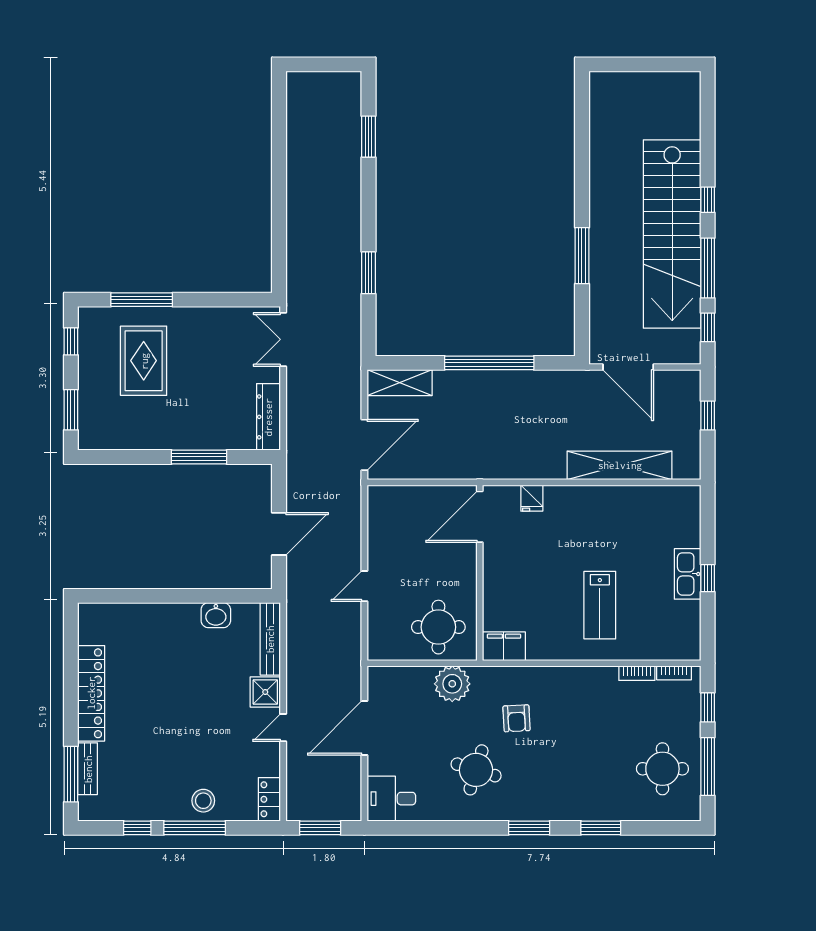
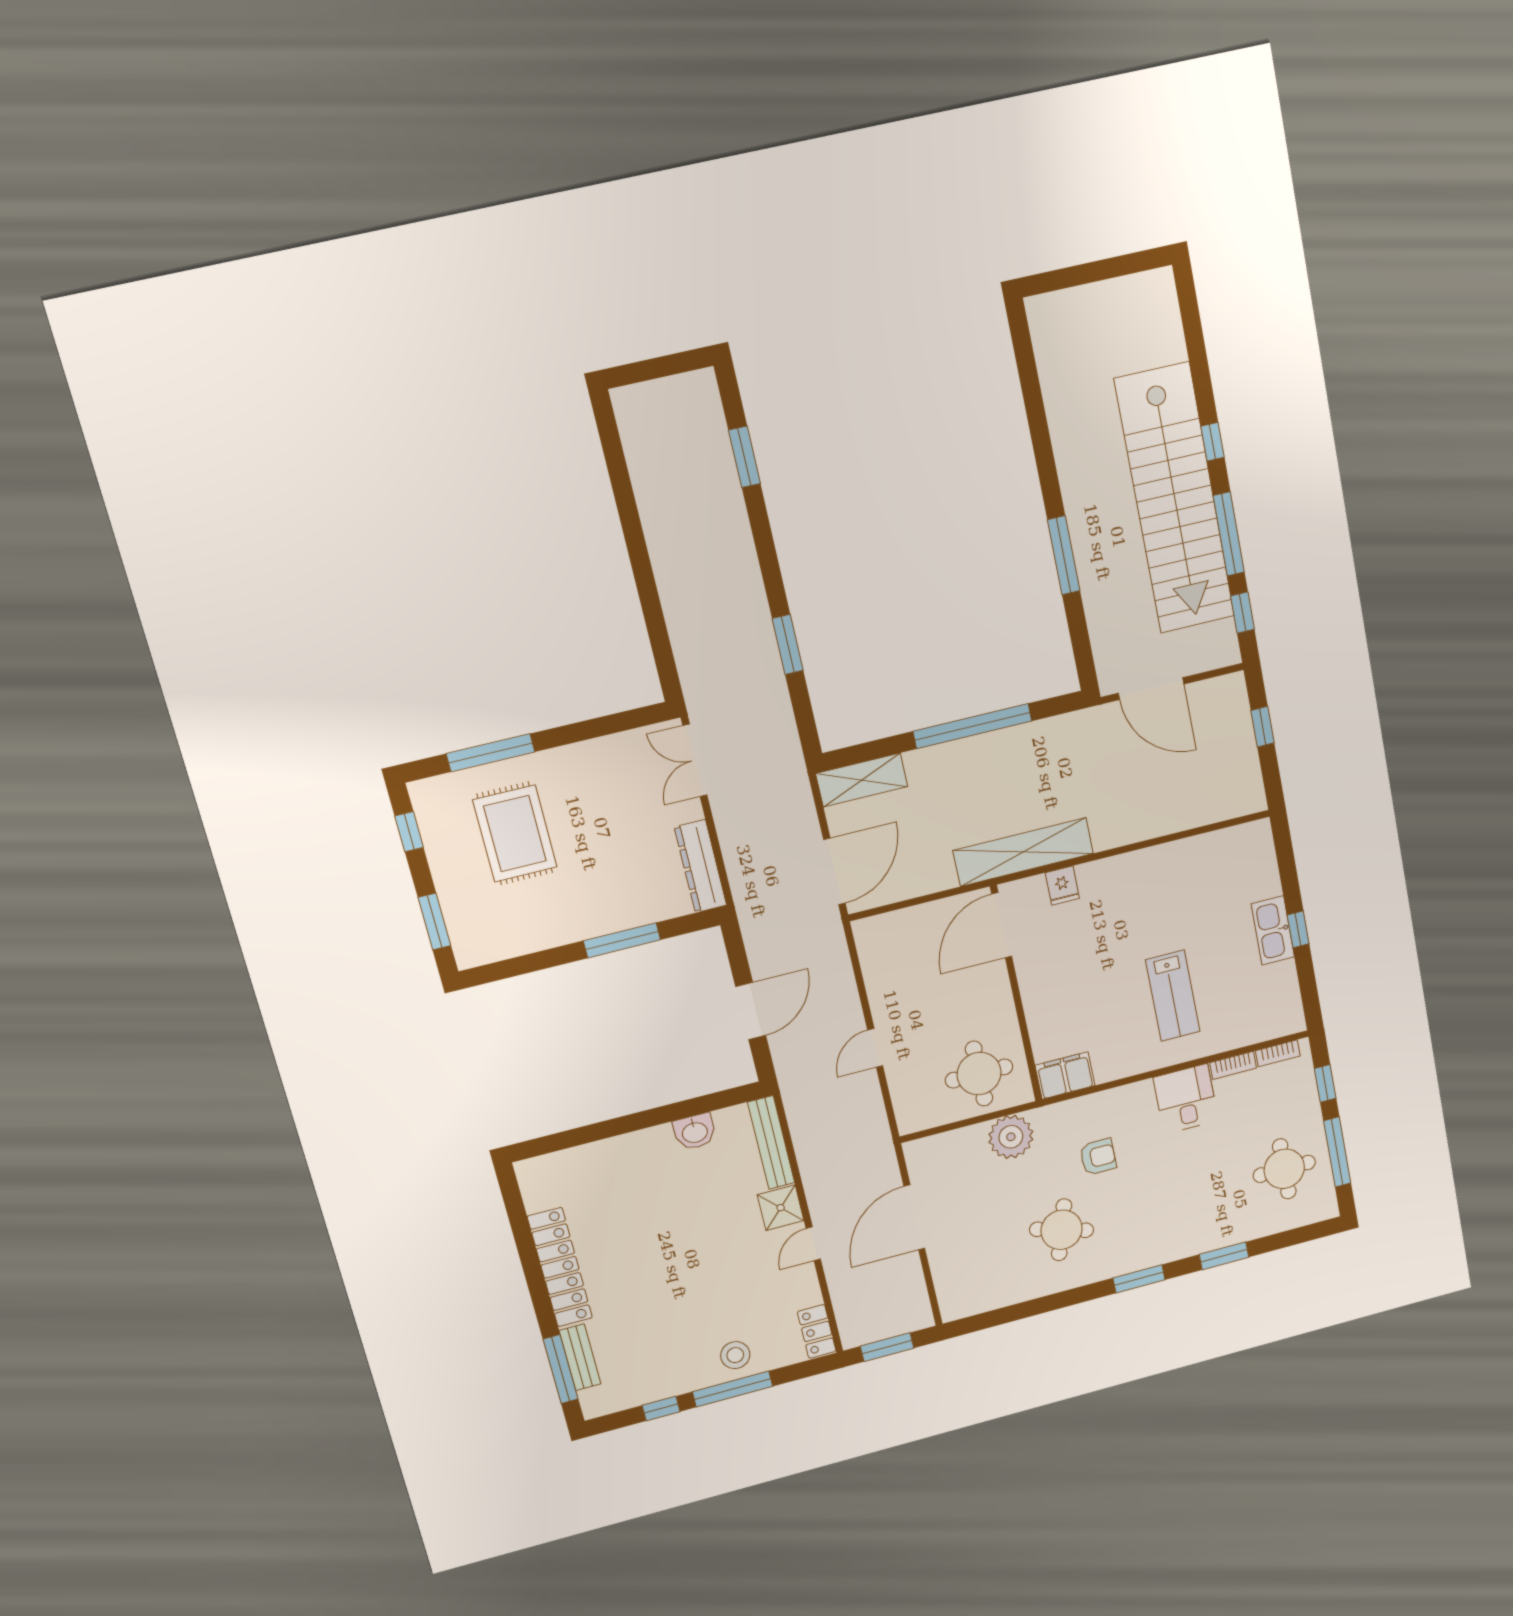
shelving: (620, 465) -> (1023, 852), moved
armchair: (517, 718) -> (1098, 1157), turned -87
desk: (391, 799) -> (1186, 1099), moved, turned 90

